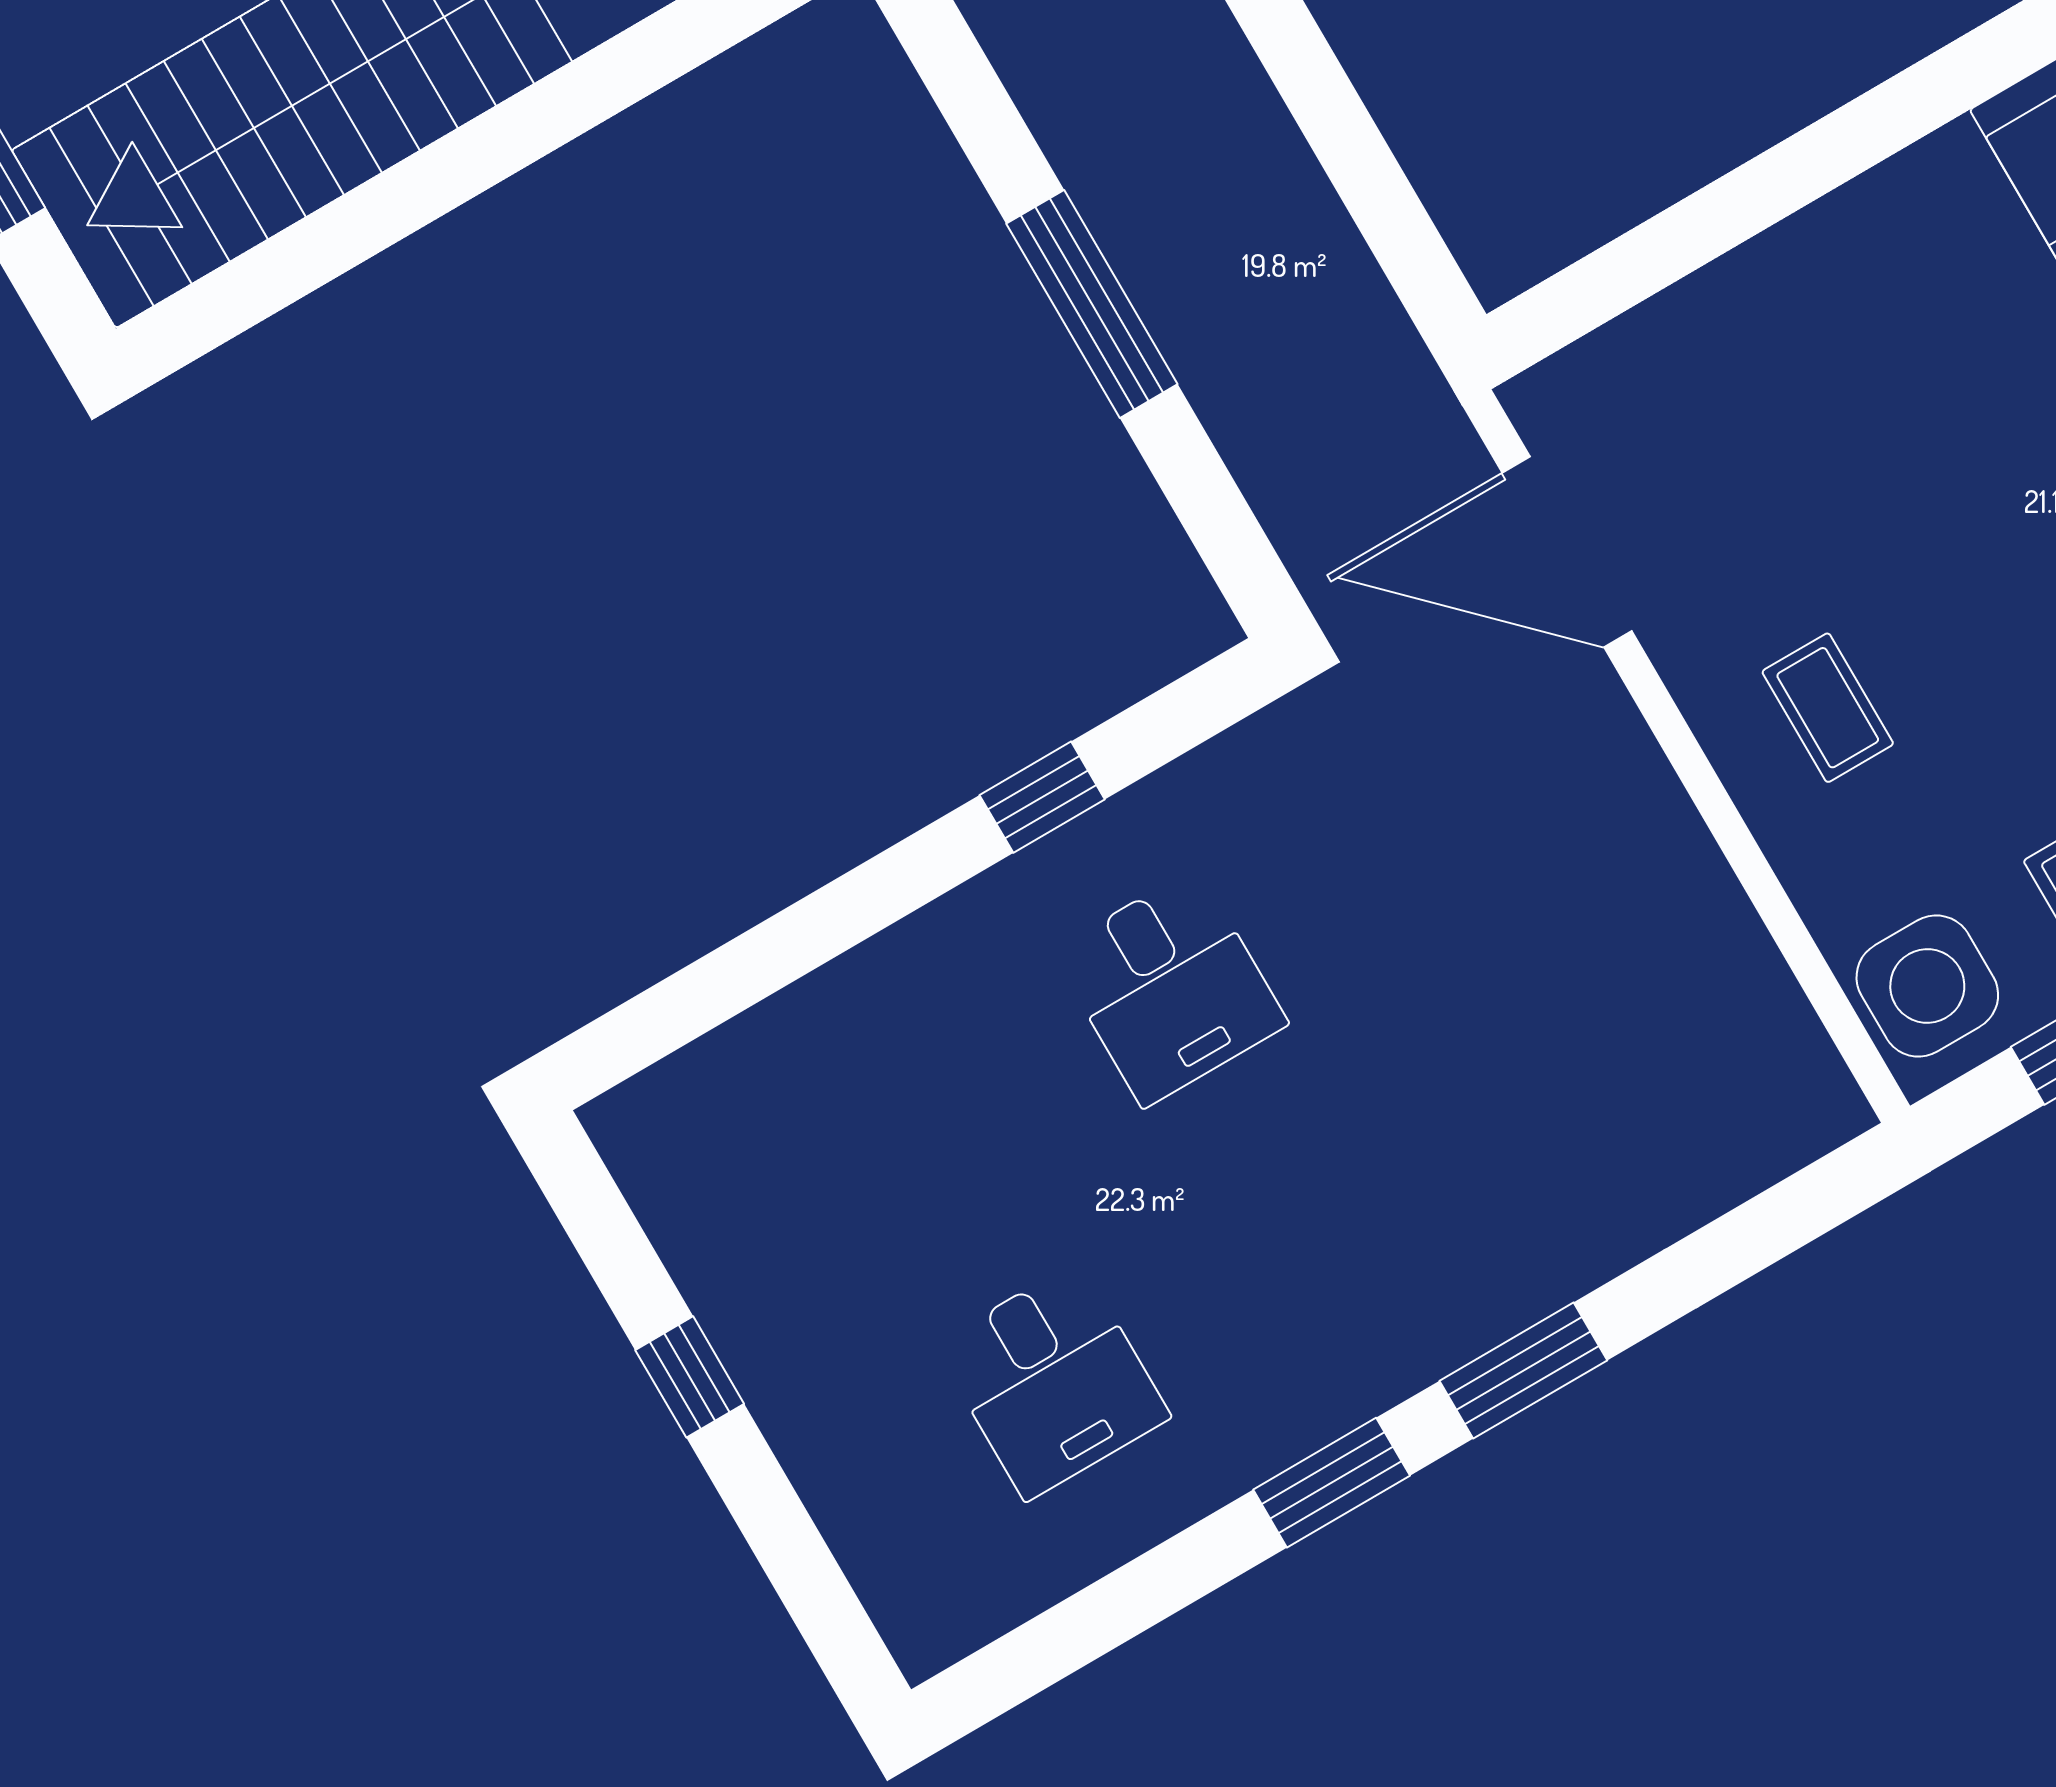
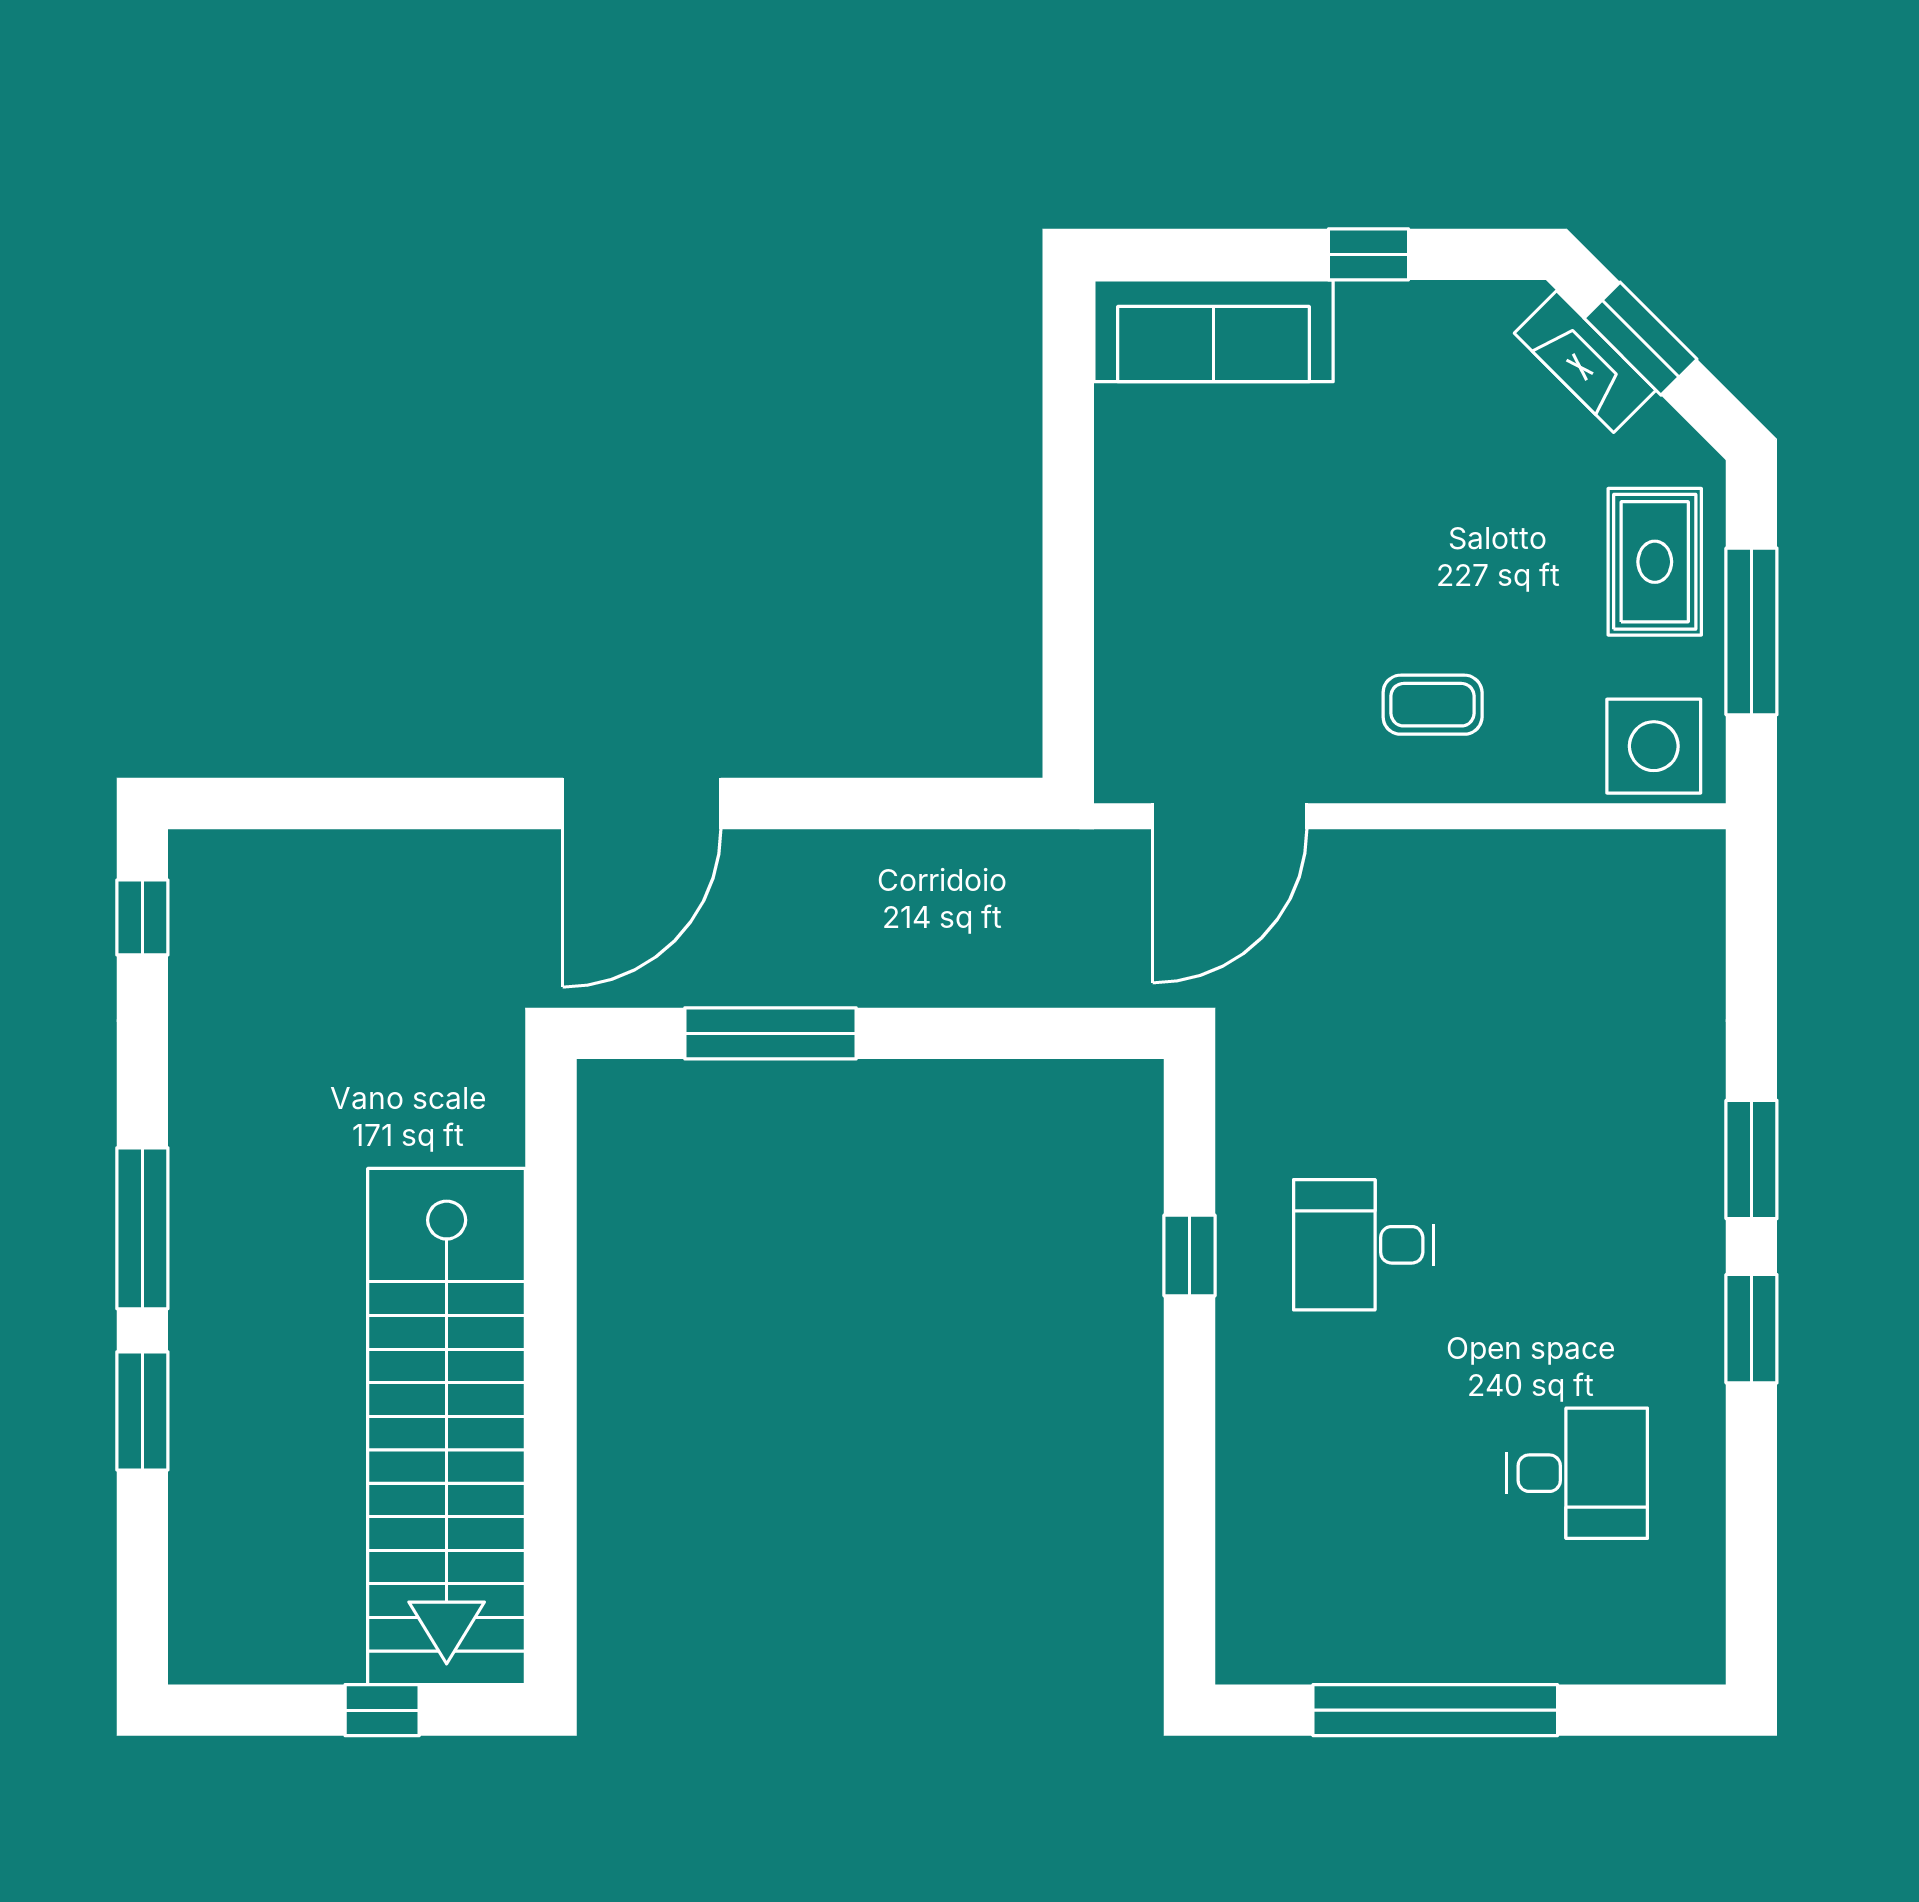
window: (1092, 304) -> (771, 1033), moved
desk: (1170, 988) -> (1364, 1245), turned 180
window: (690, 1377) -> (1435, 1710), width x3.17

